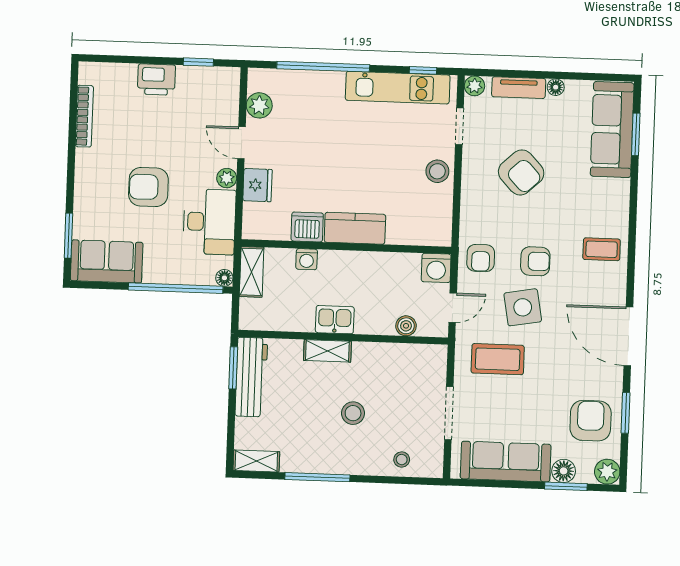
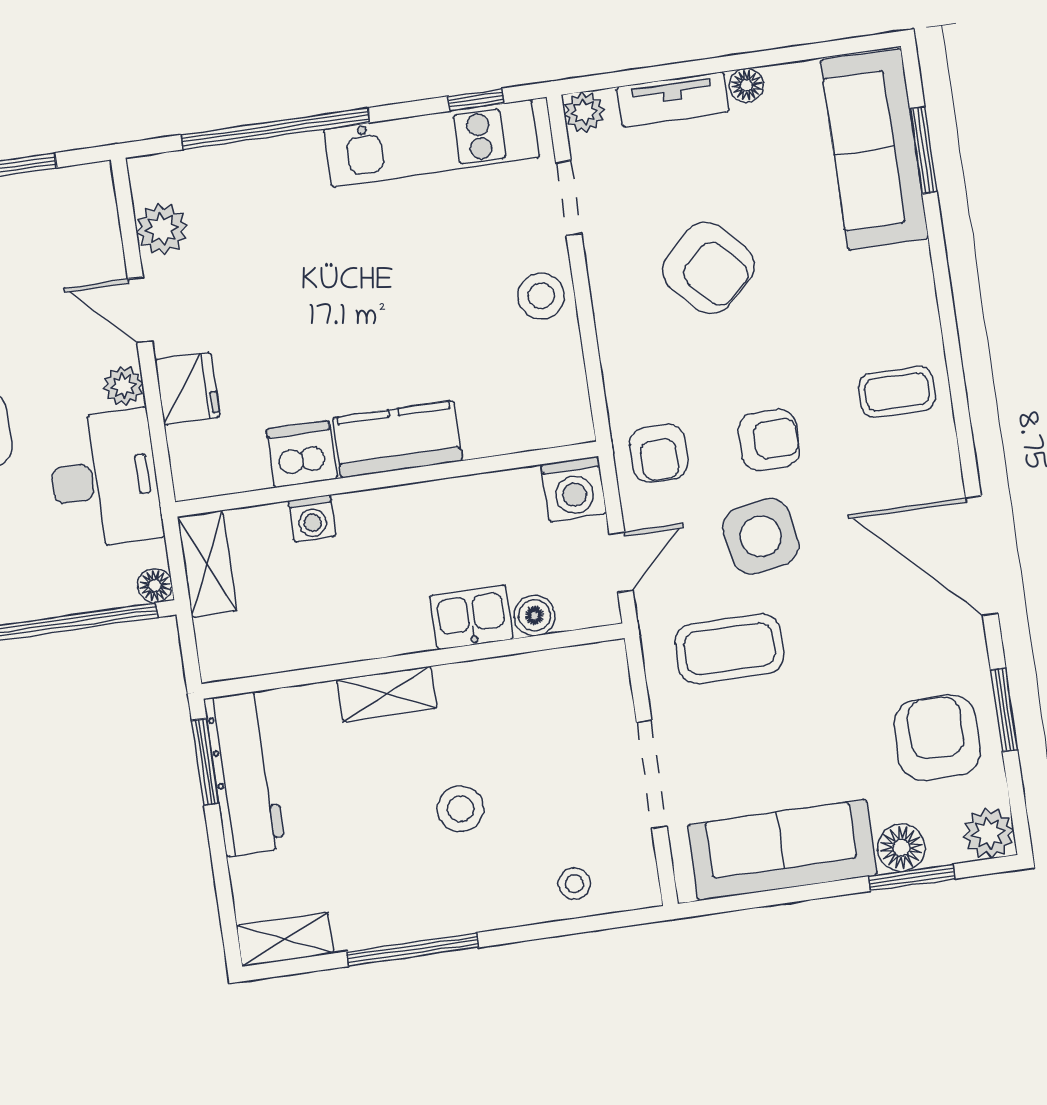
kitchen sink: (335, 320) -> (471, 617), moved

